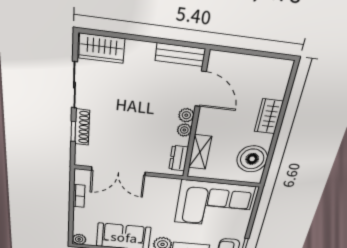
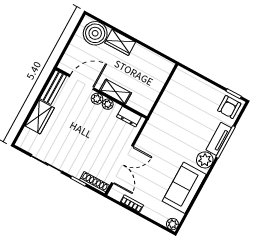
wardrobe: (102, 48) -> (40, 117), moved
shoe rack: (82, 127) -> (94, 183), moved
shelving: (200, 152) -> (116, 92), moved
boiler: (252, 159) -> (95, 33), moved
corner sofa: (214, 204) -> (181, 105), removed

